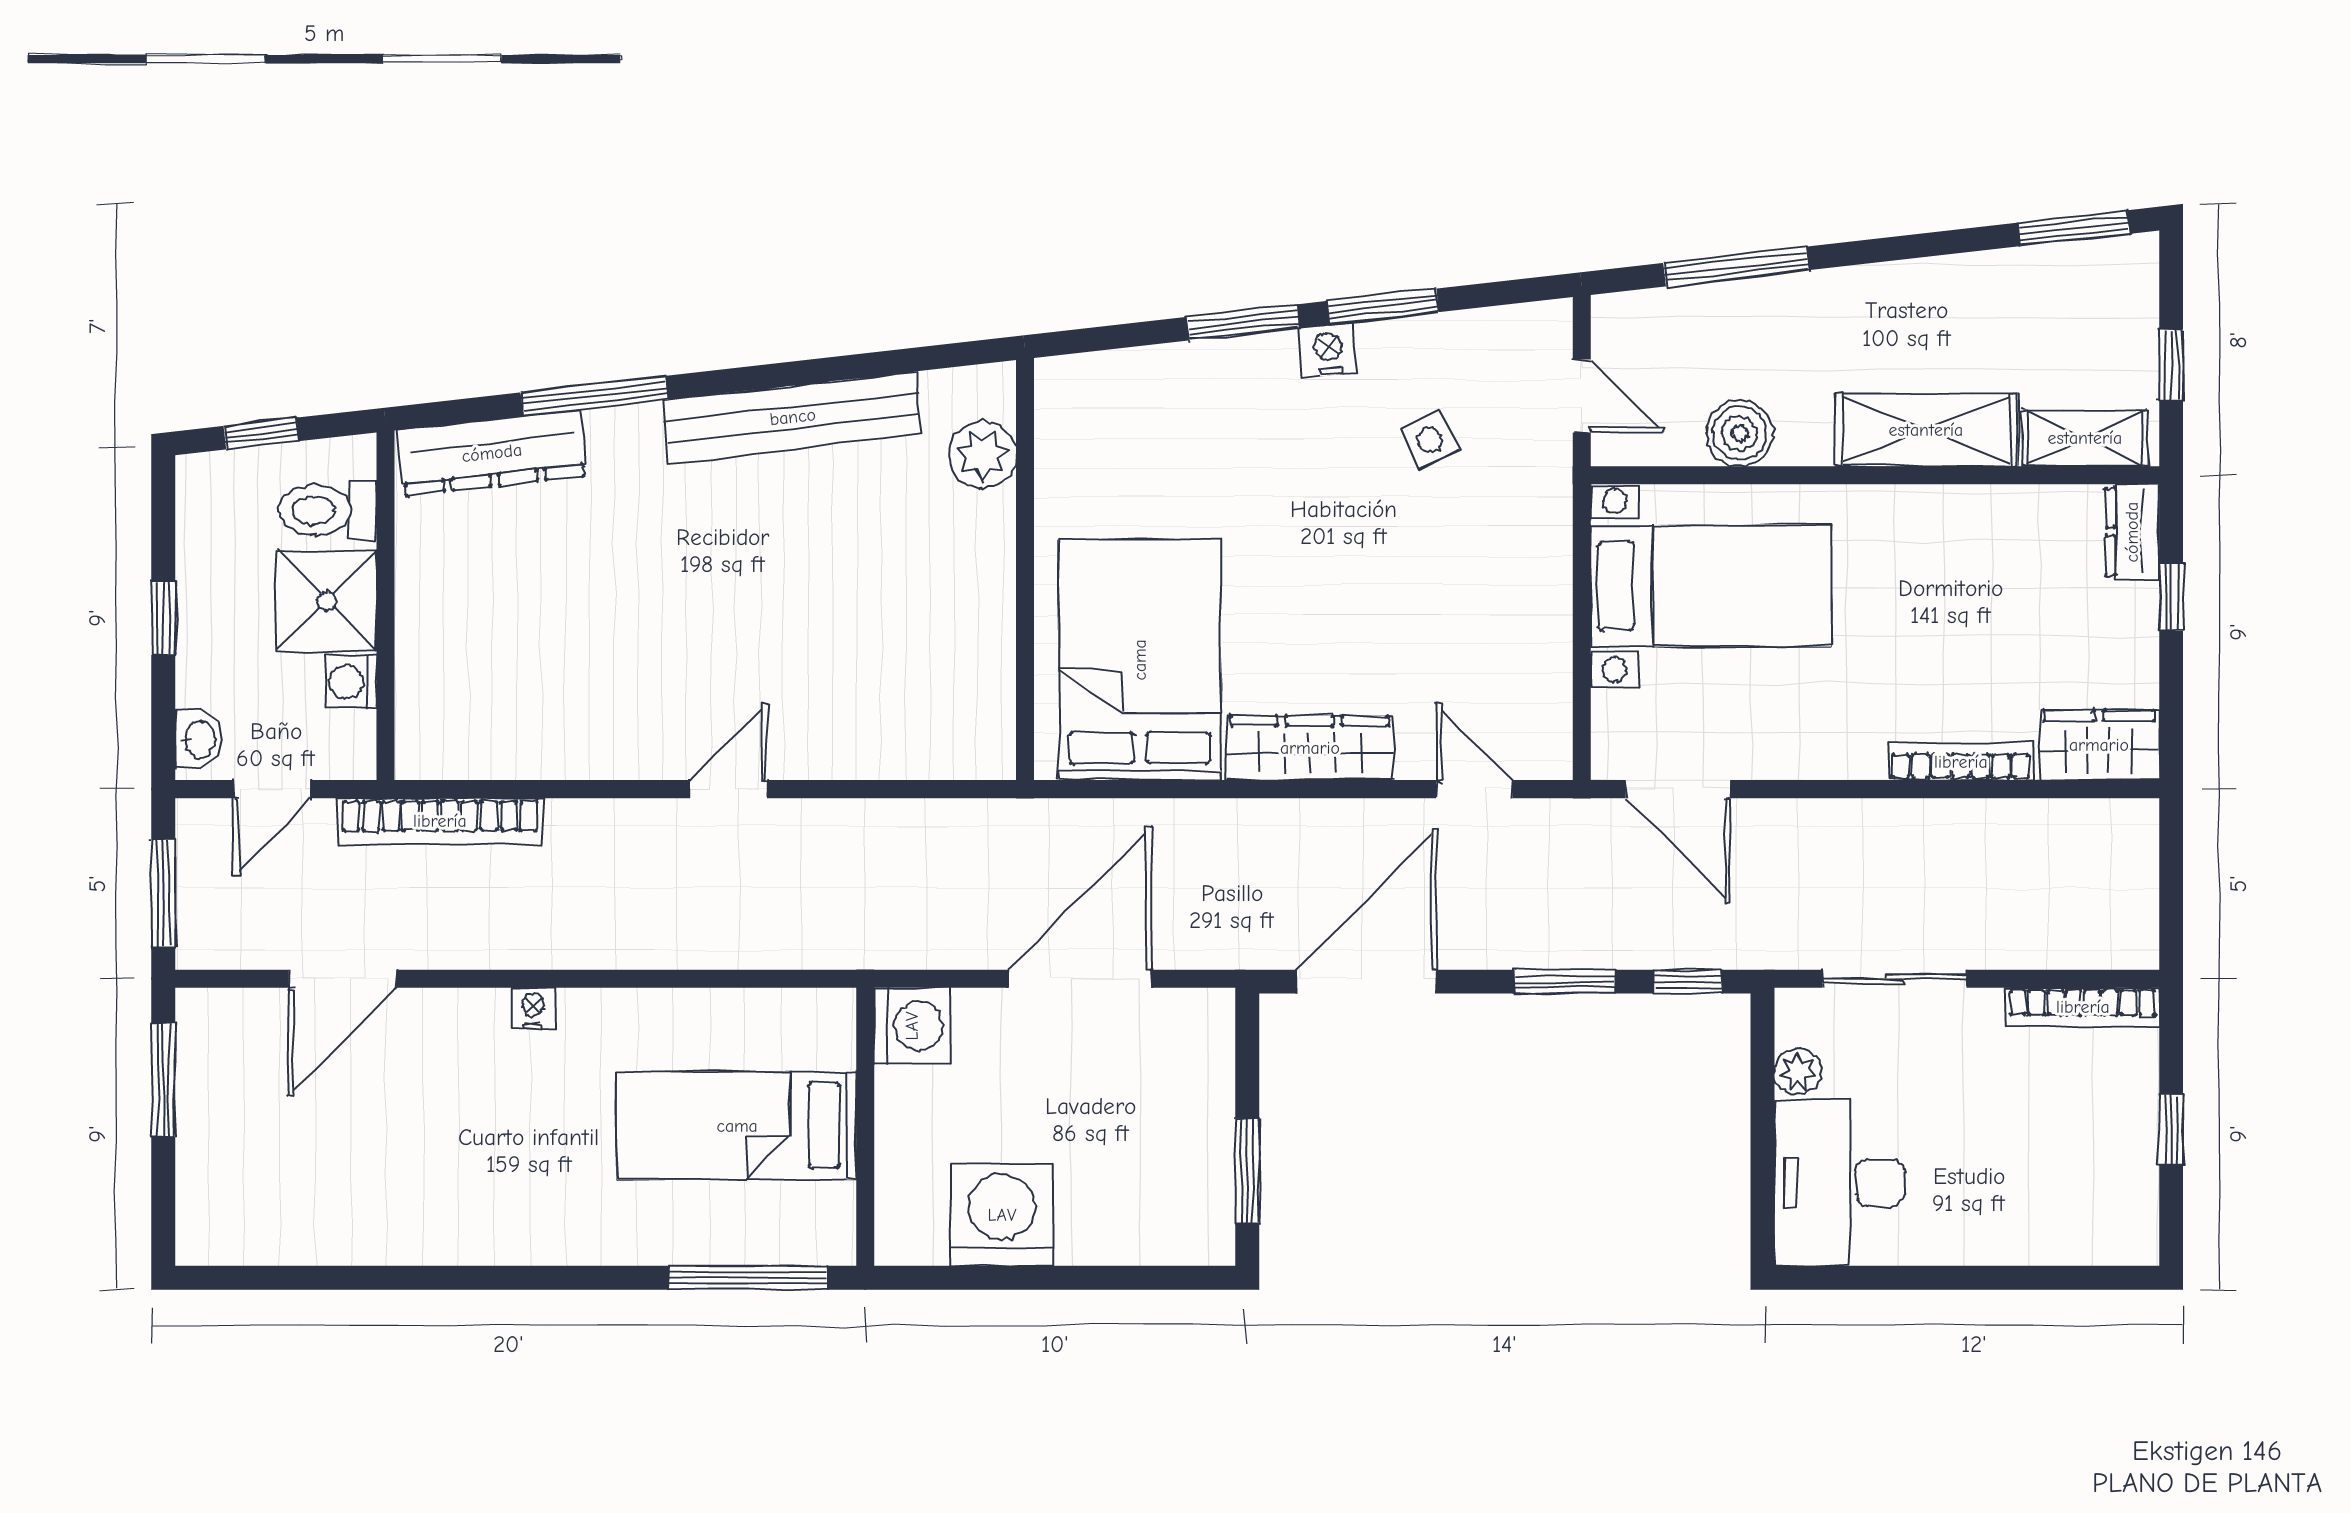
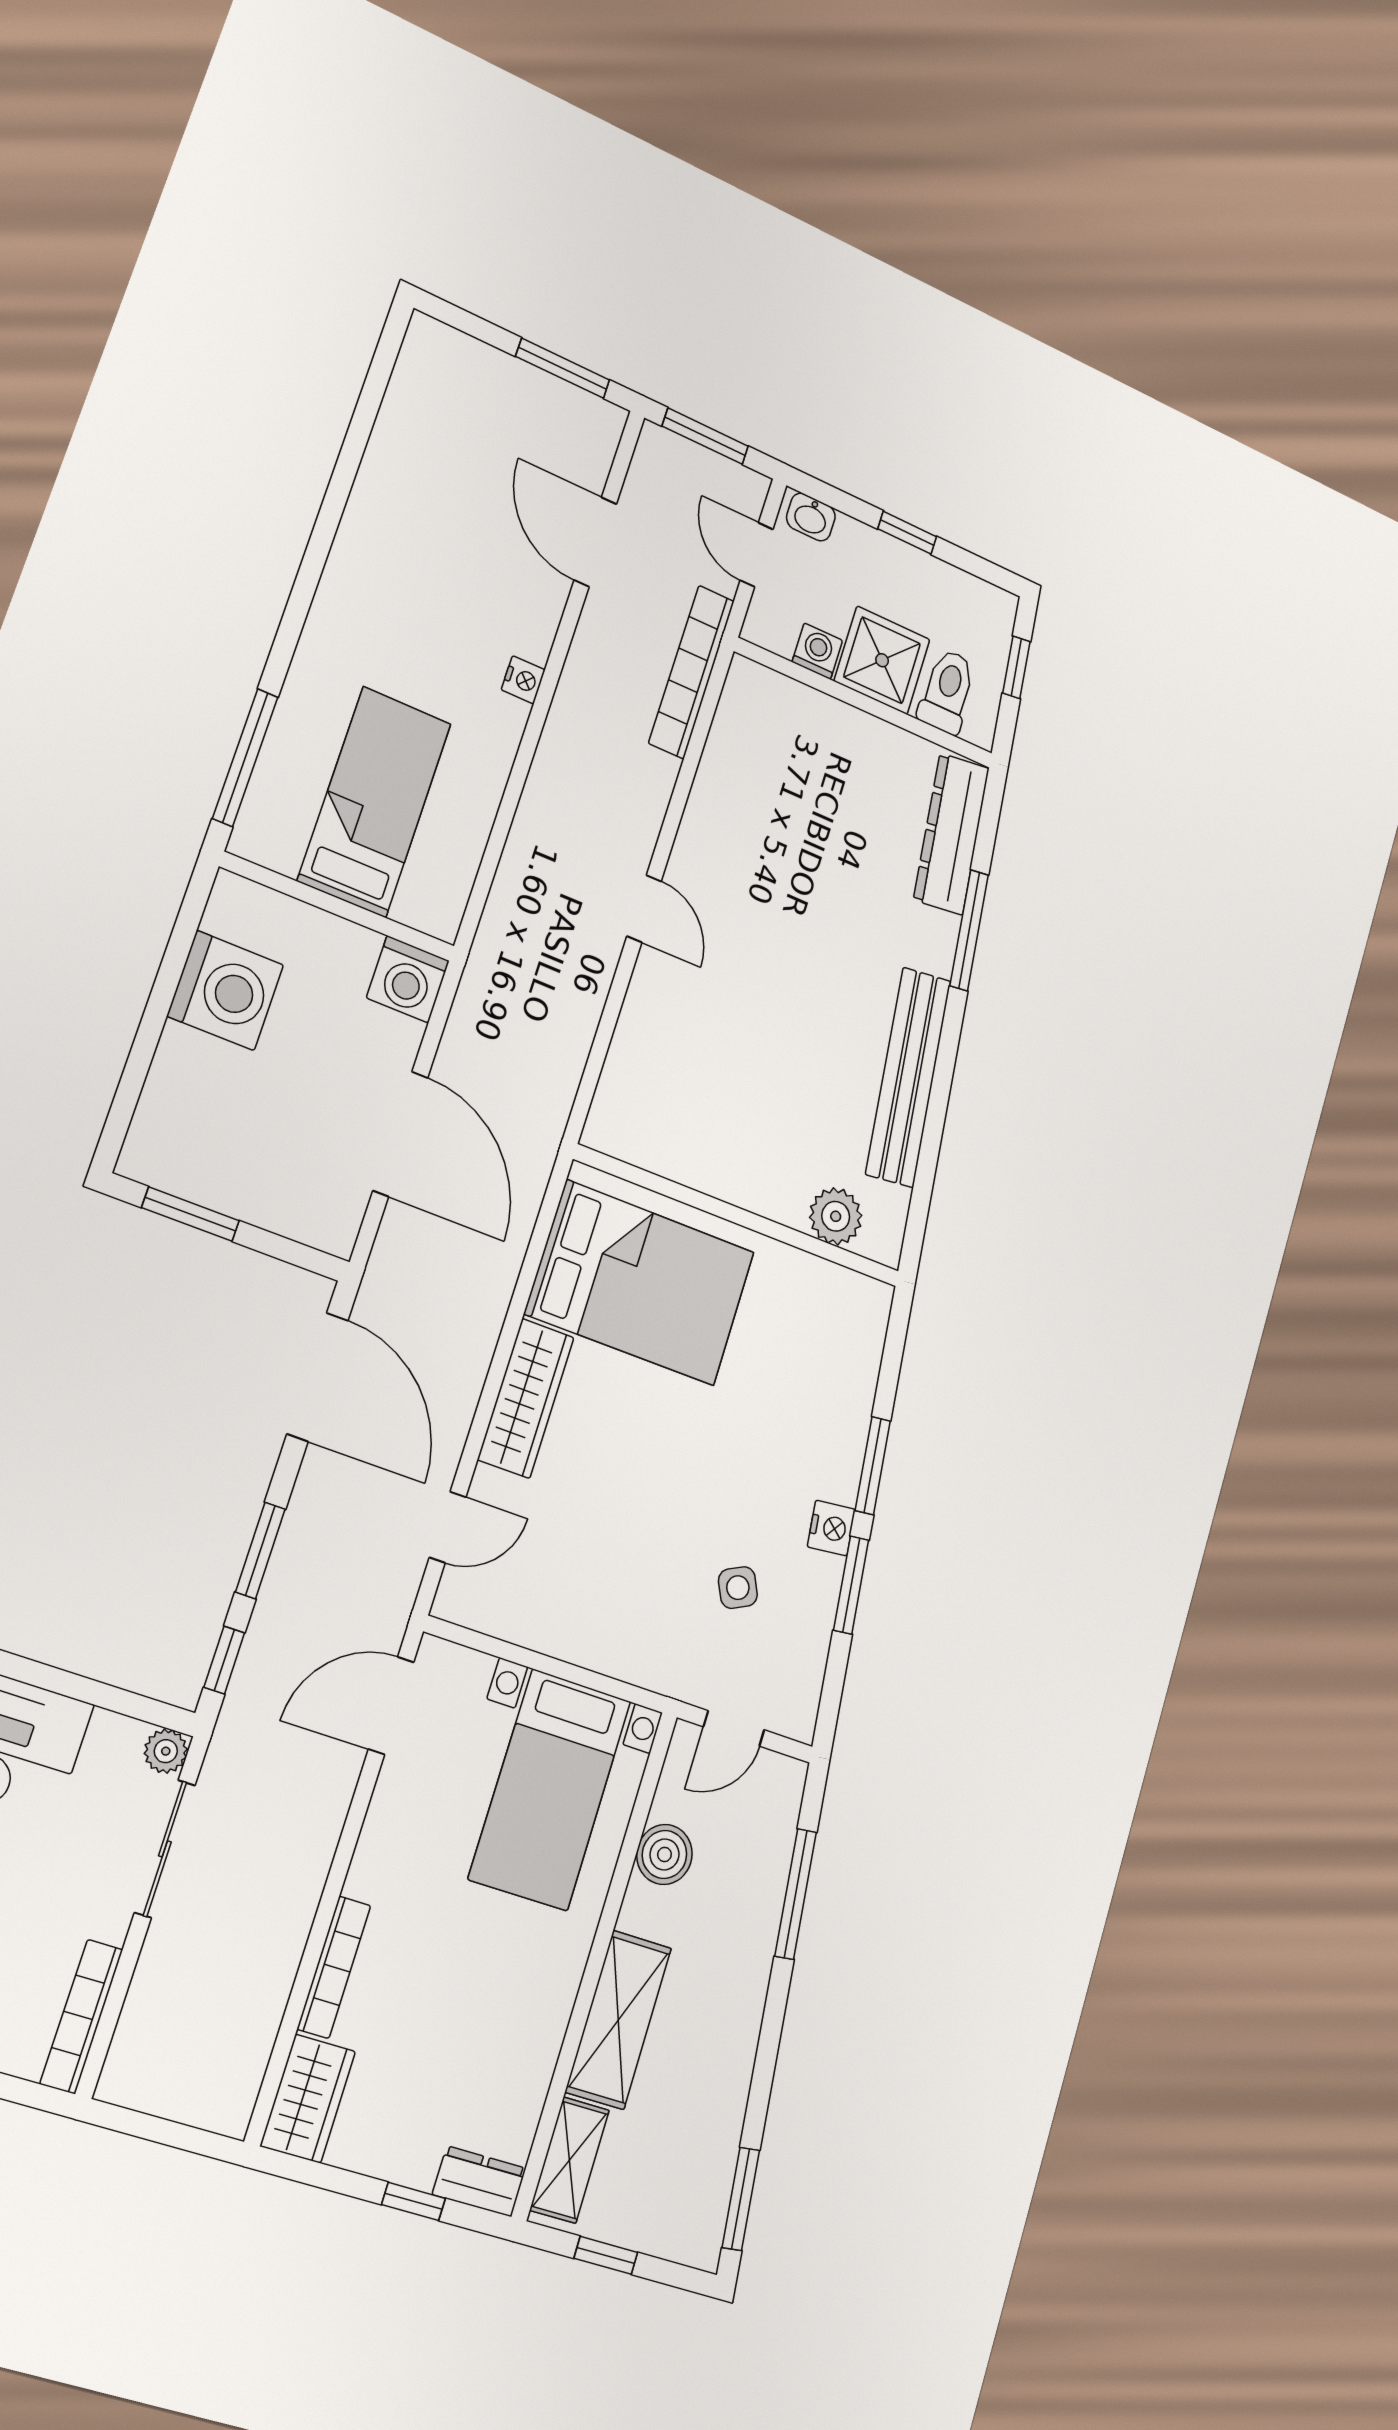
plant: (1798, 1071) -> (166, 1751), moved

